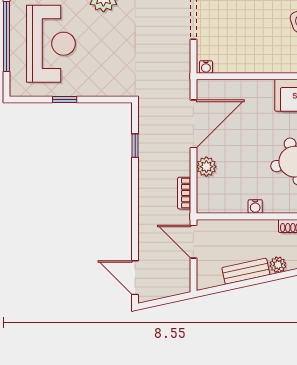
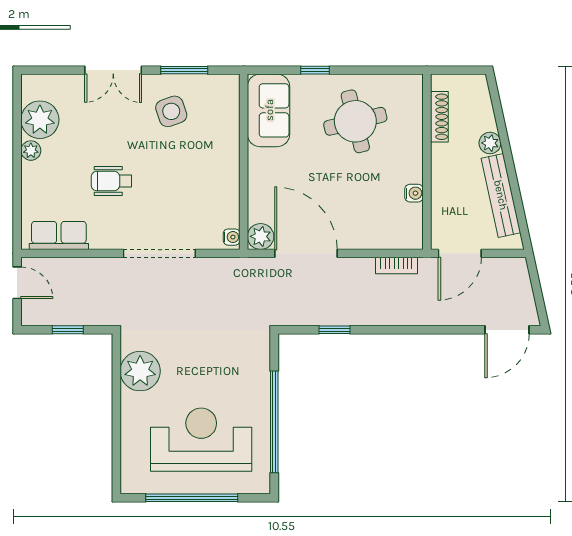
window: (65, 100) -> (274, 422), width x3.17
plant: (206, 167) -> (261, 236), moved
water cooler: (255, 207) -> (414, 193), moved
bench: (246, 271) -> (501, 195), width x1.36

